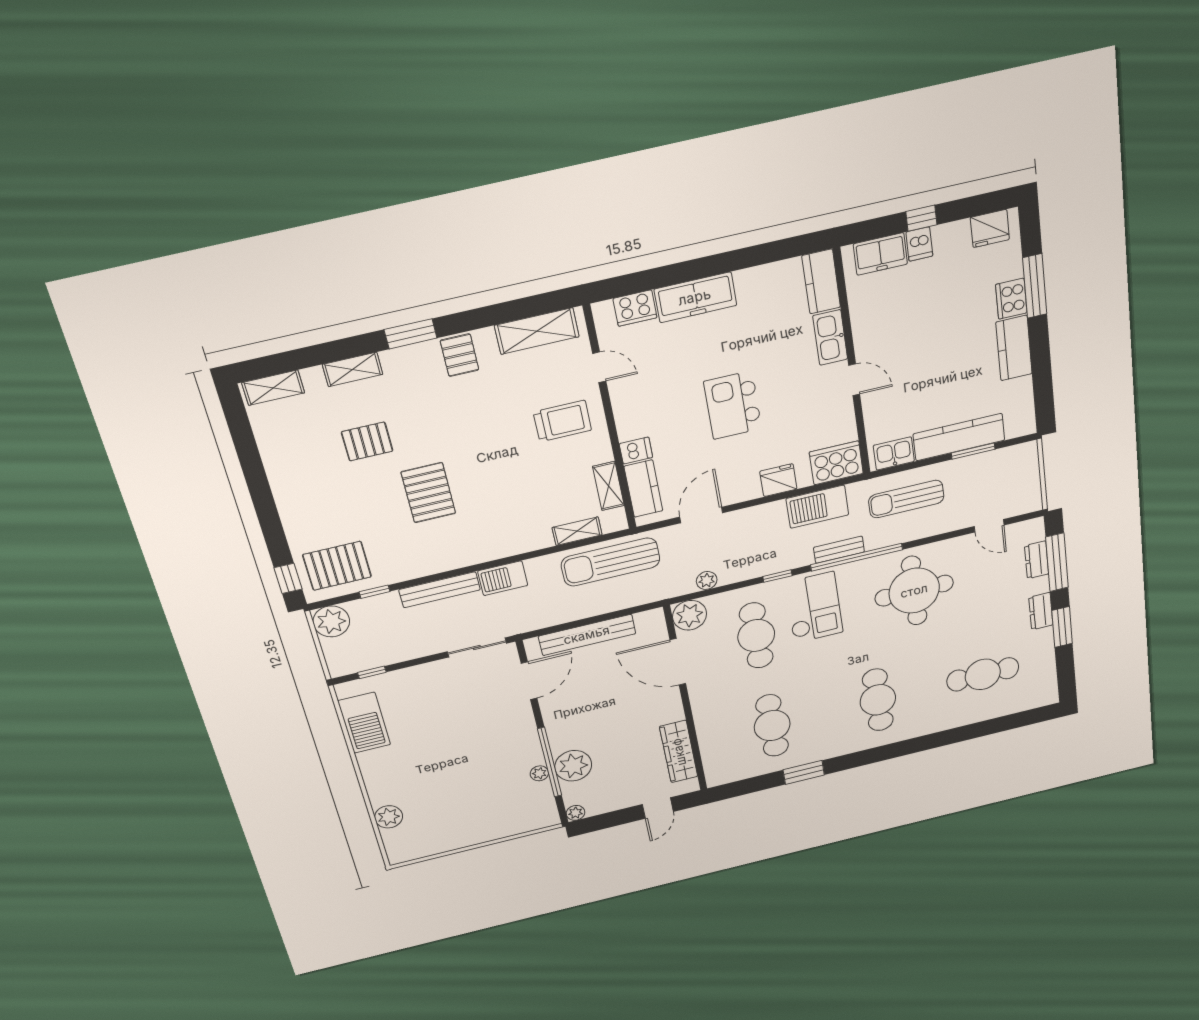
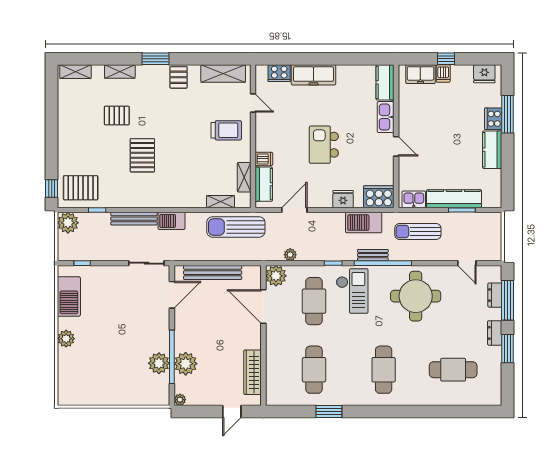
plant: (539, 773) -> (159, 363), width x1.88, depth x1.88
plant: (389, 817) -> (66, 339), moved

